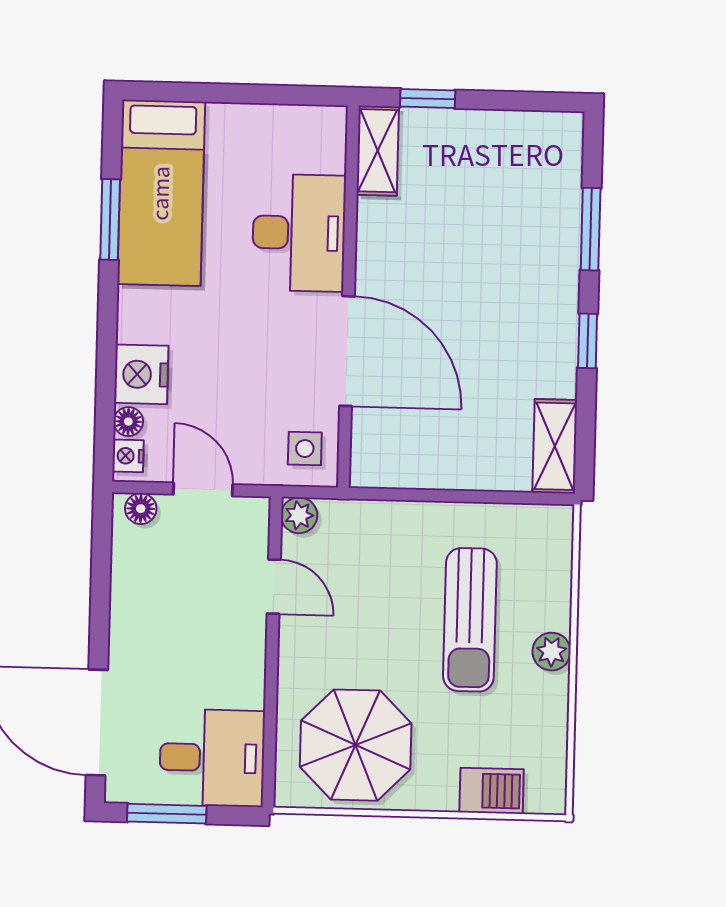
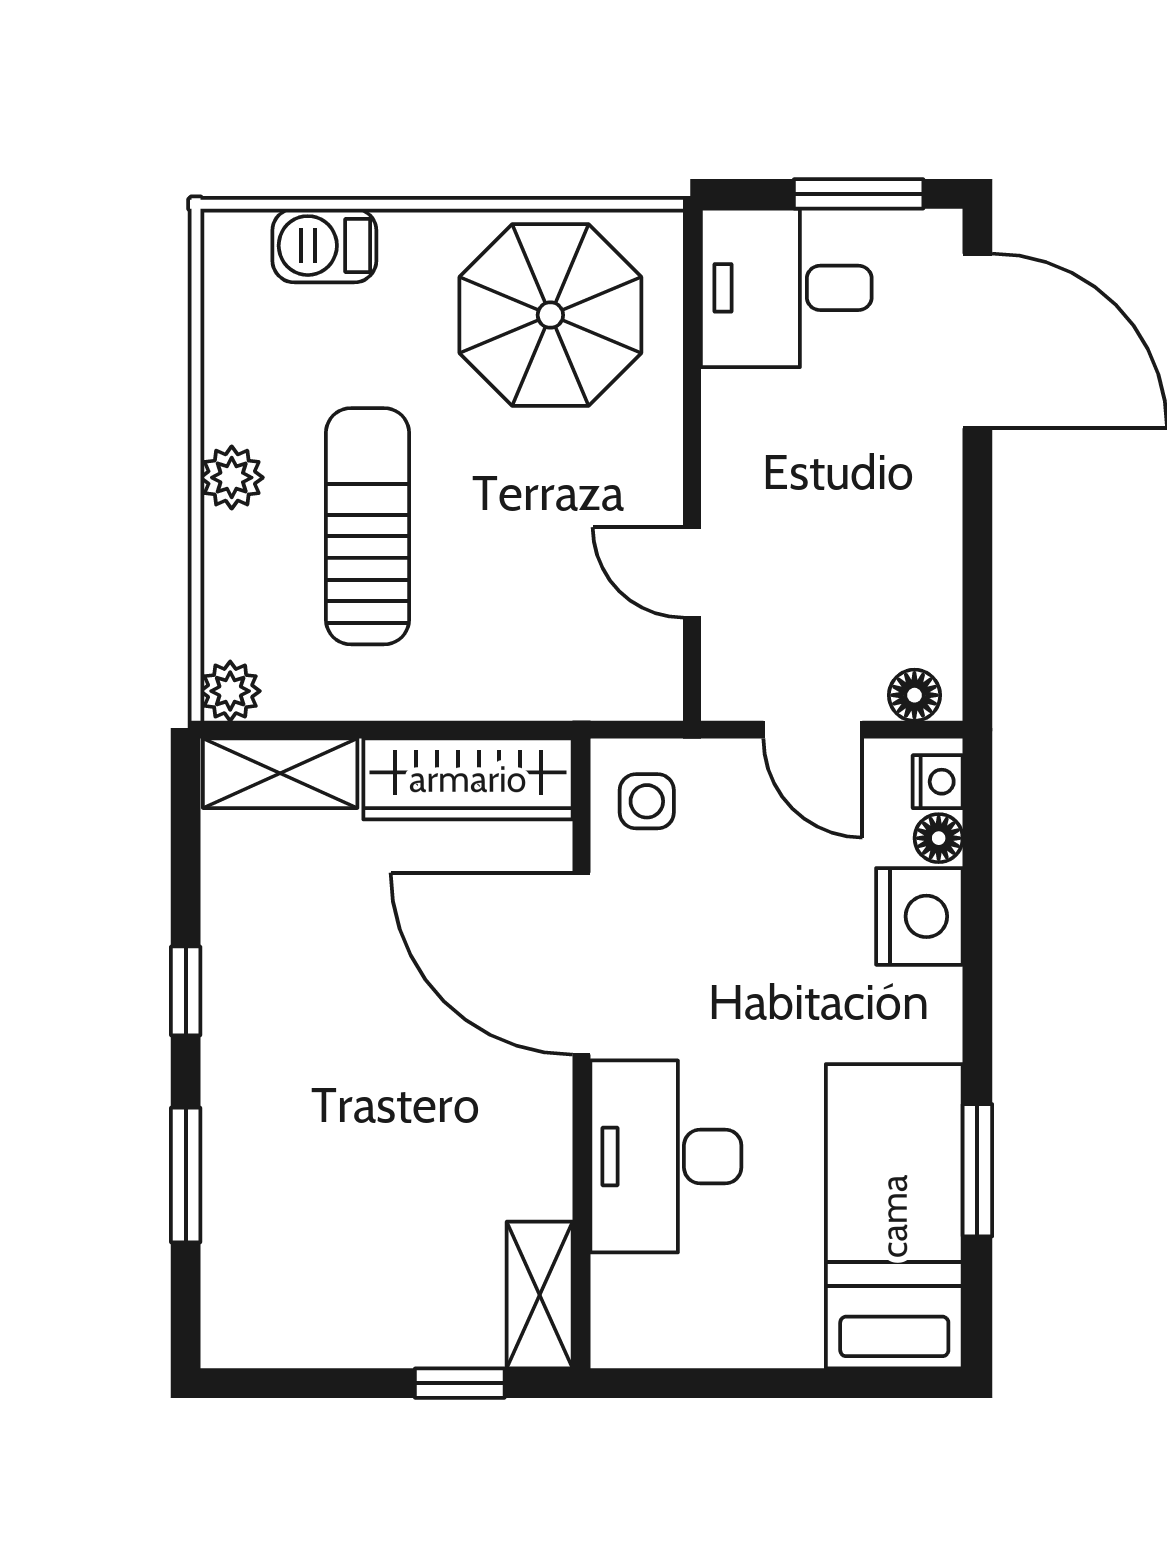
shelving: (555, 446) -> (280, 773), moved, turned 90
wardrobe: (413, 465) -> (468, 779), added
plant: (299, 515) -> (230, 691), moved

